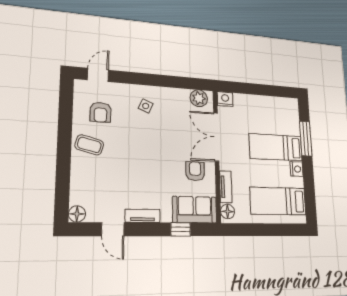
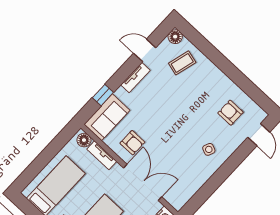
plant: (199, 98) -> (182, 196), removed
coffee table: (89, 145) -> (182, 63), moved

